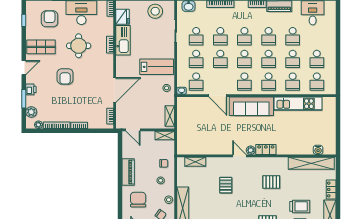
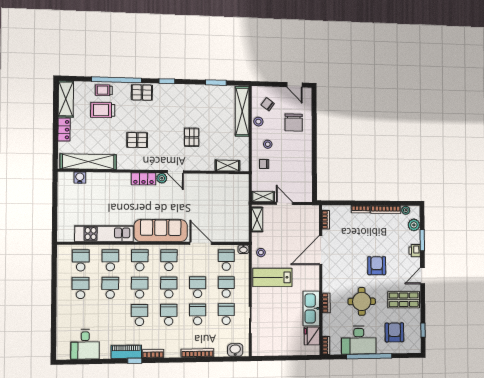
stool: (155, 11) -> (274, 343), removed
armchair: (50, 19) -> (394, 332), turned 180
school desk: (293, 36) -> (110, 315), removed
door: (133, 130) -> (284, 203), moved
piano: (128, 172) -> (305, 155), removed

